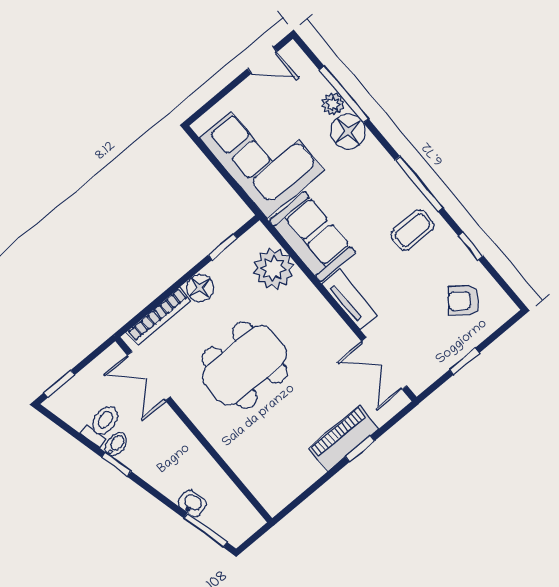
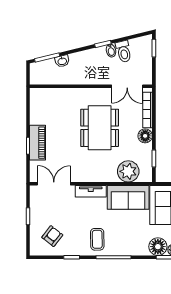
double door: (149, 376) -> (127, 86), swing flipped

